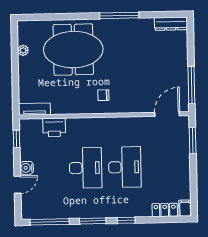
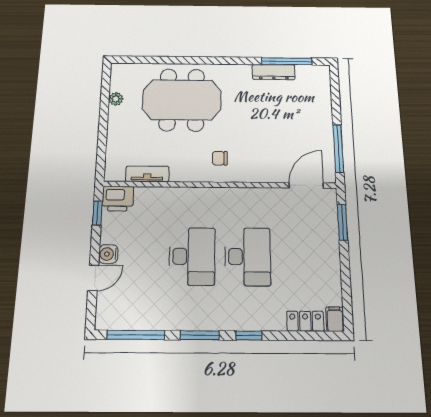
window: (119, 15) -> (287, 61), moved
dresser: (171, 24) -> (274, 72), moved
tv unit: (35, 109) -> (147, 174), moved
printer: (54, 127) -> (118, 199), moved

